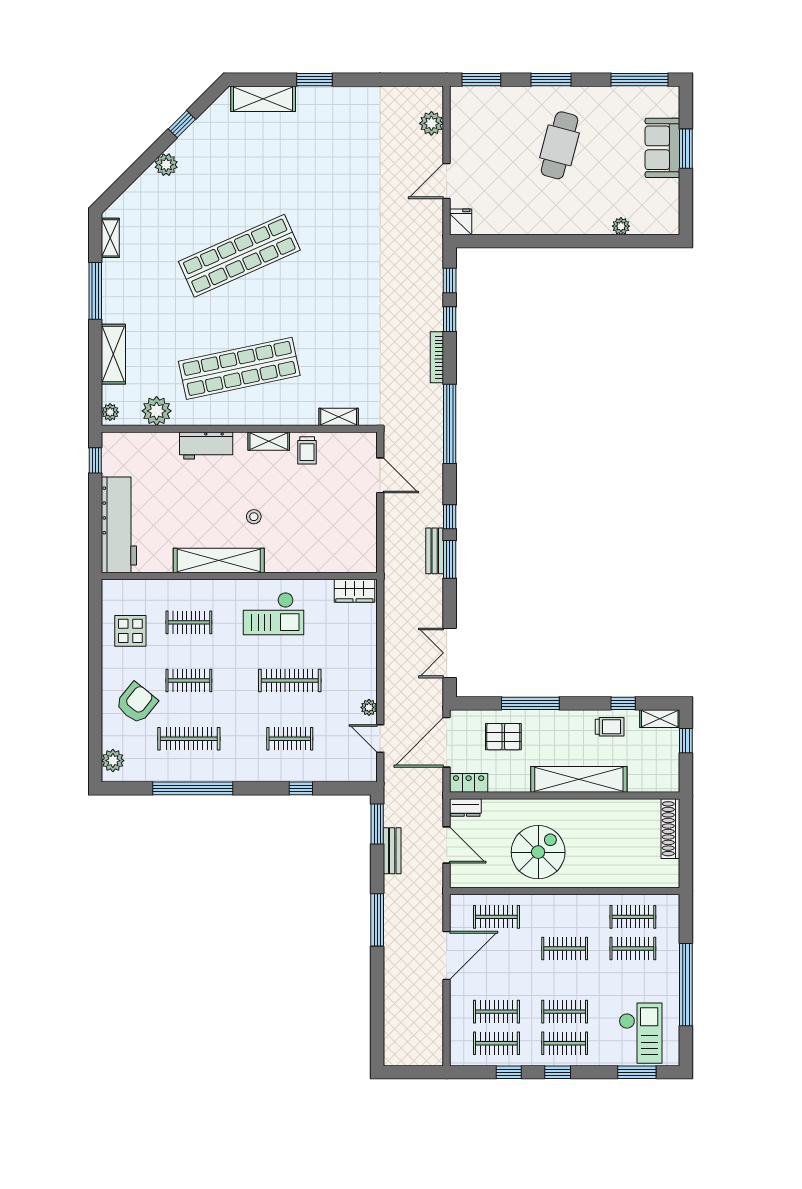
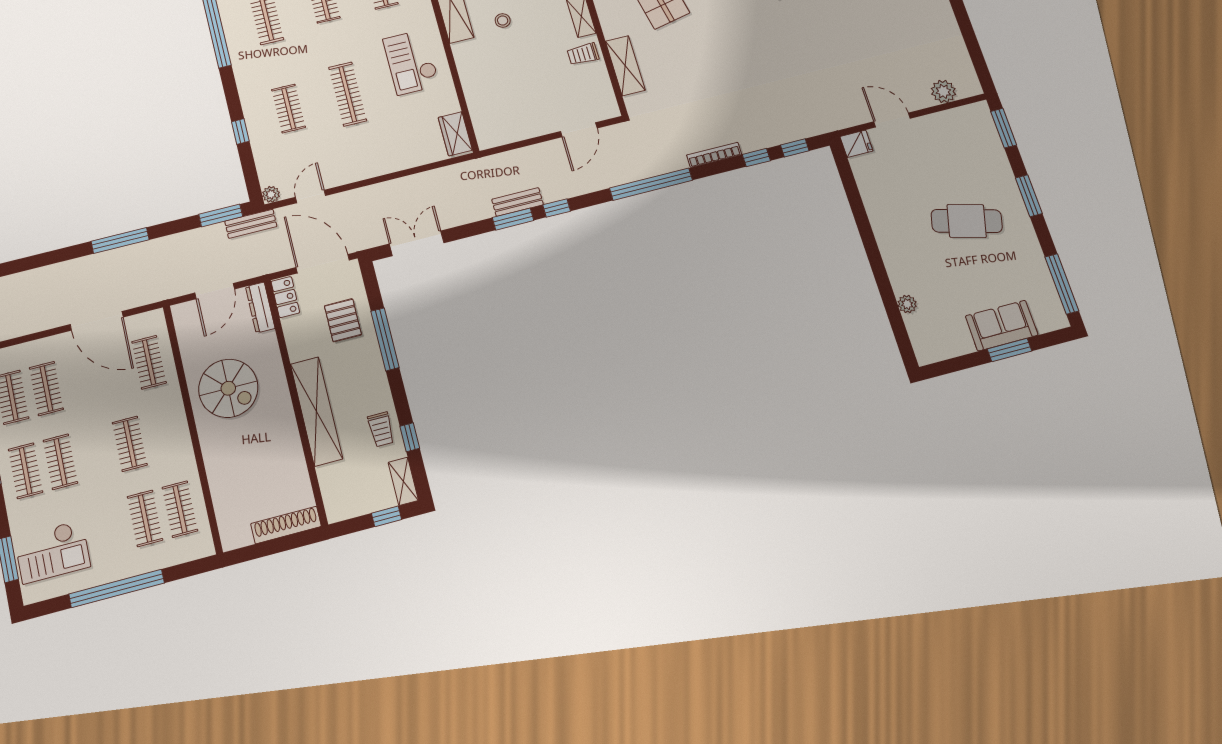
shelving: (339, 417) -> (625, 66), width x1.50, depth x1.33
plant: (369, 707) -> (271, 194), moved
dresser: (465, 808) -> (260, 307), width x1.44
bench: (392, 851) -> (251, 224), moved

